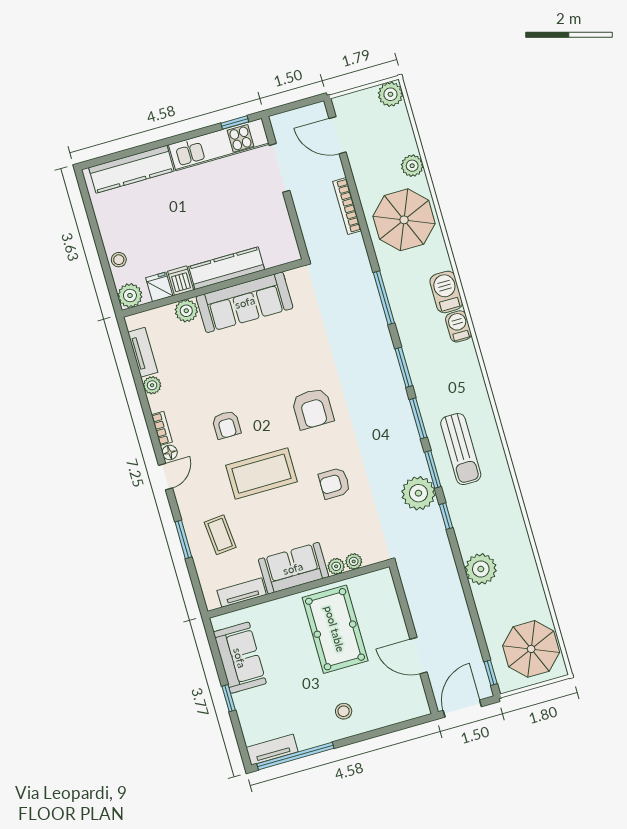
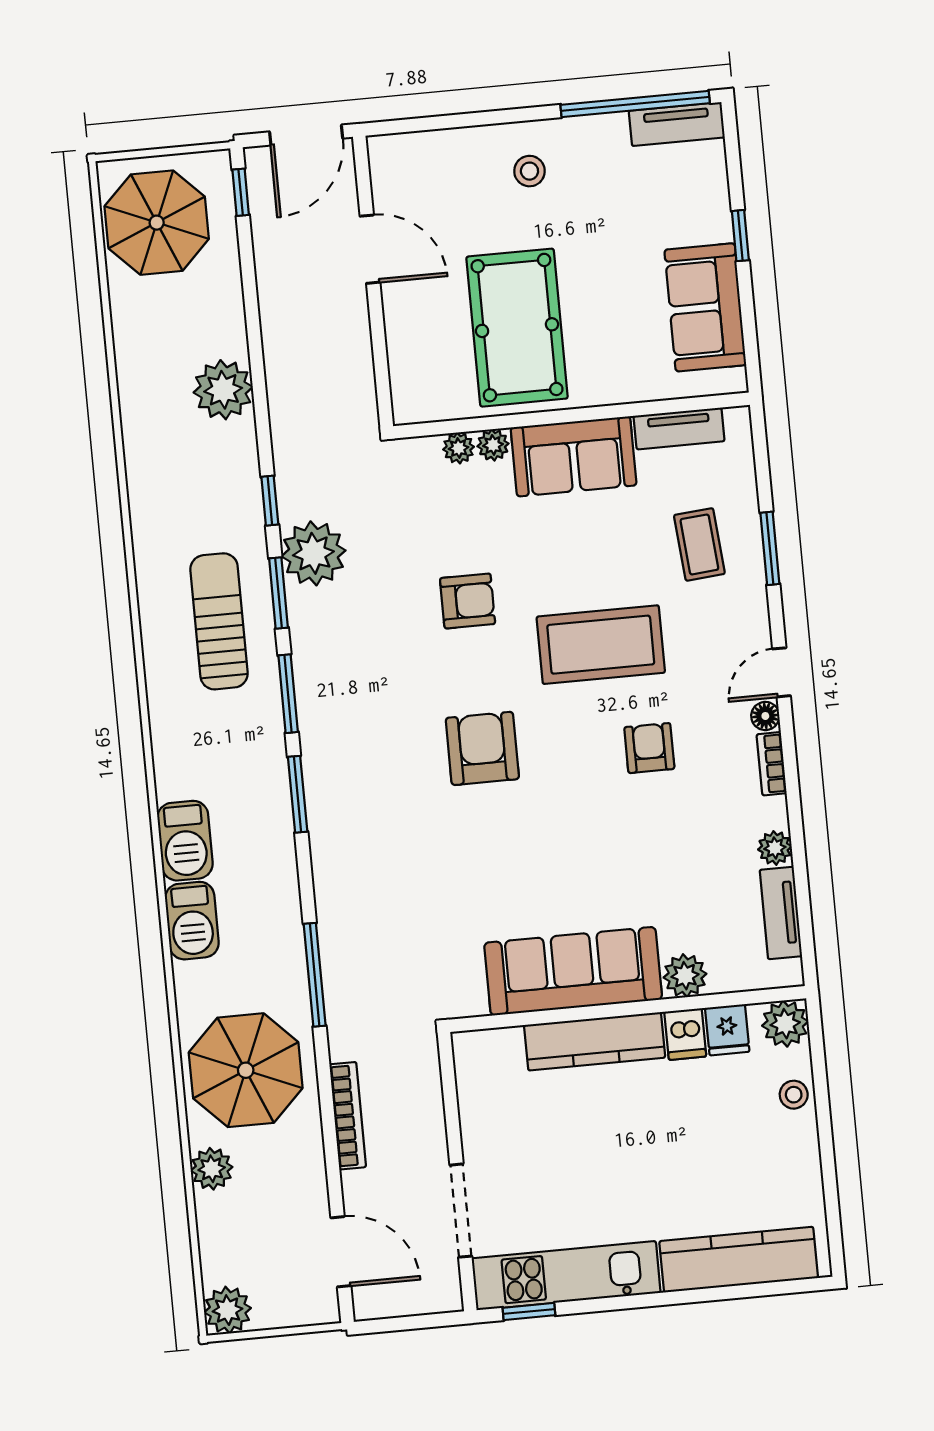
window: (384, 298) -> (315, 975), moved
barbecue: (458, 326) -> (185, 841), width x1.38, depth x1.27

